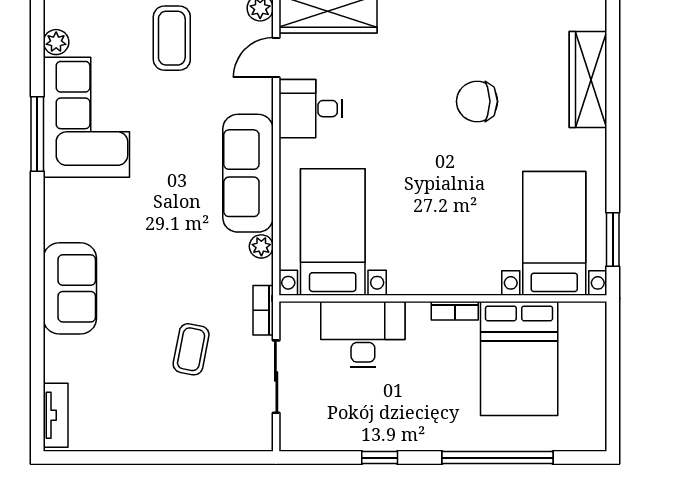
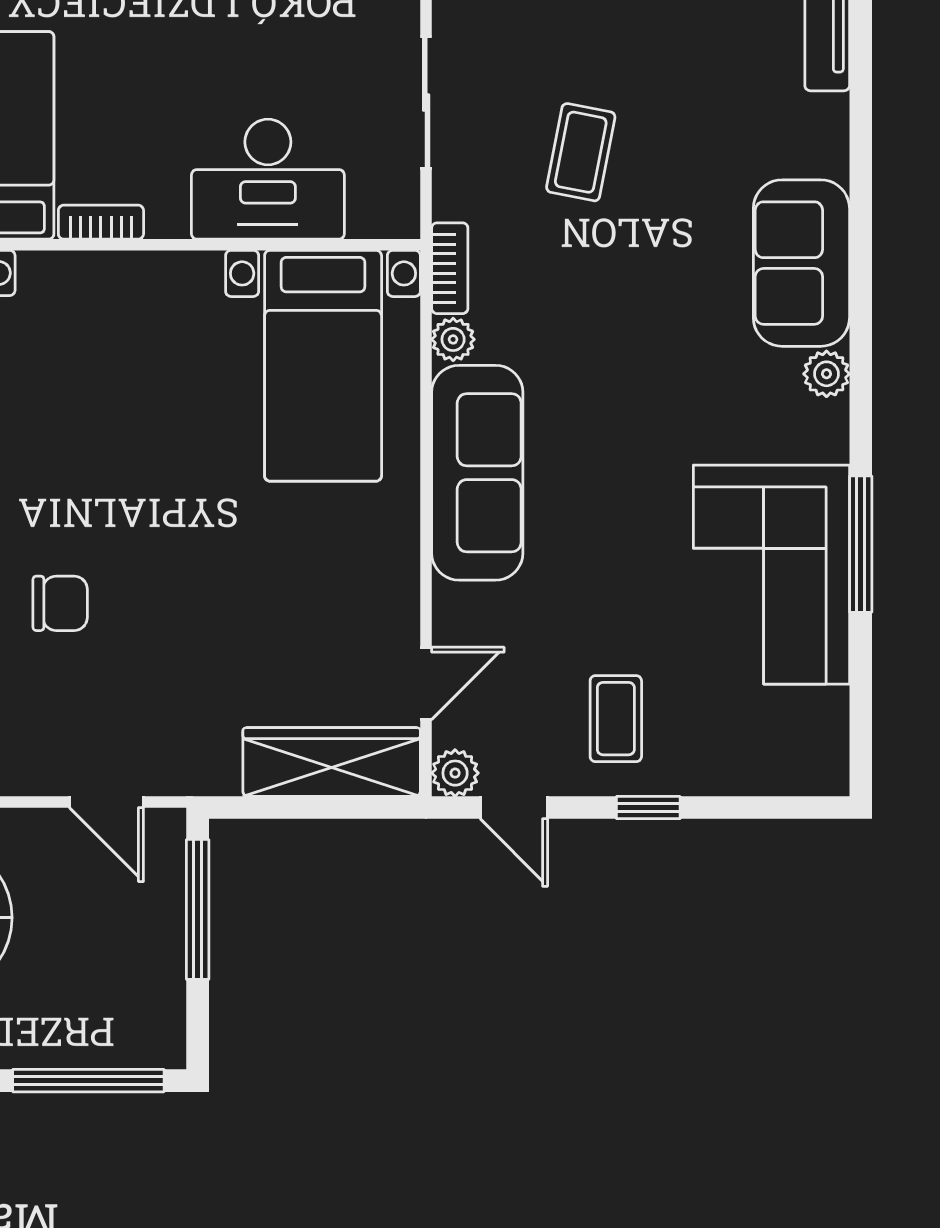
coffee table: (172, 38) -> (616, 719), width x0.73, depth x0.77
plant: (56, 42) -> (827, 374), moved
chair: (477, 101) -> (60, 603), width x0.73, depth x0.73
desk: (311, 109) -> (363, 590), removed
bookcase: (263, 310) -> (450, 268), moved

